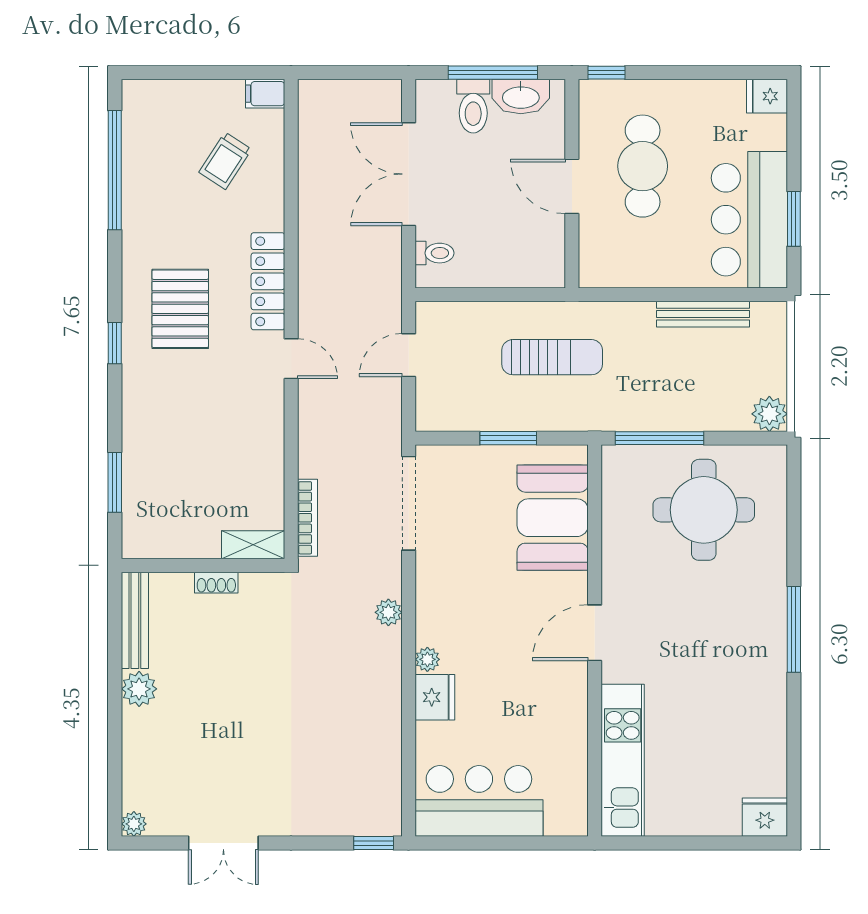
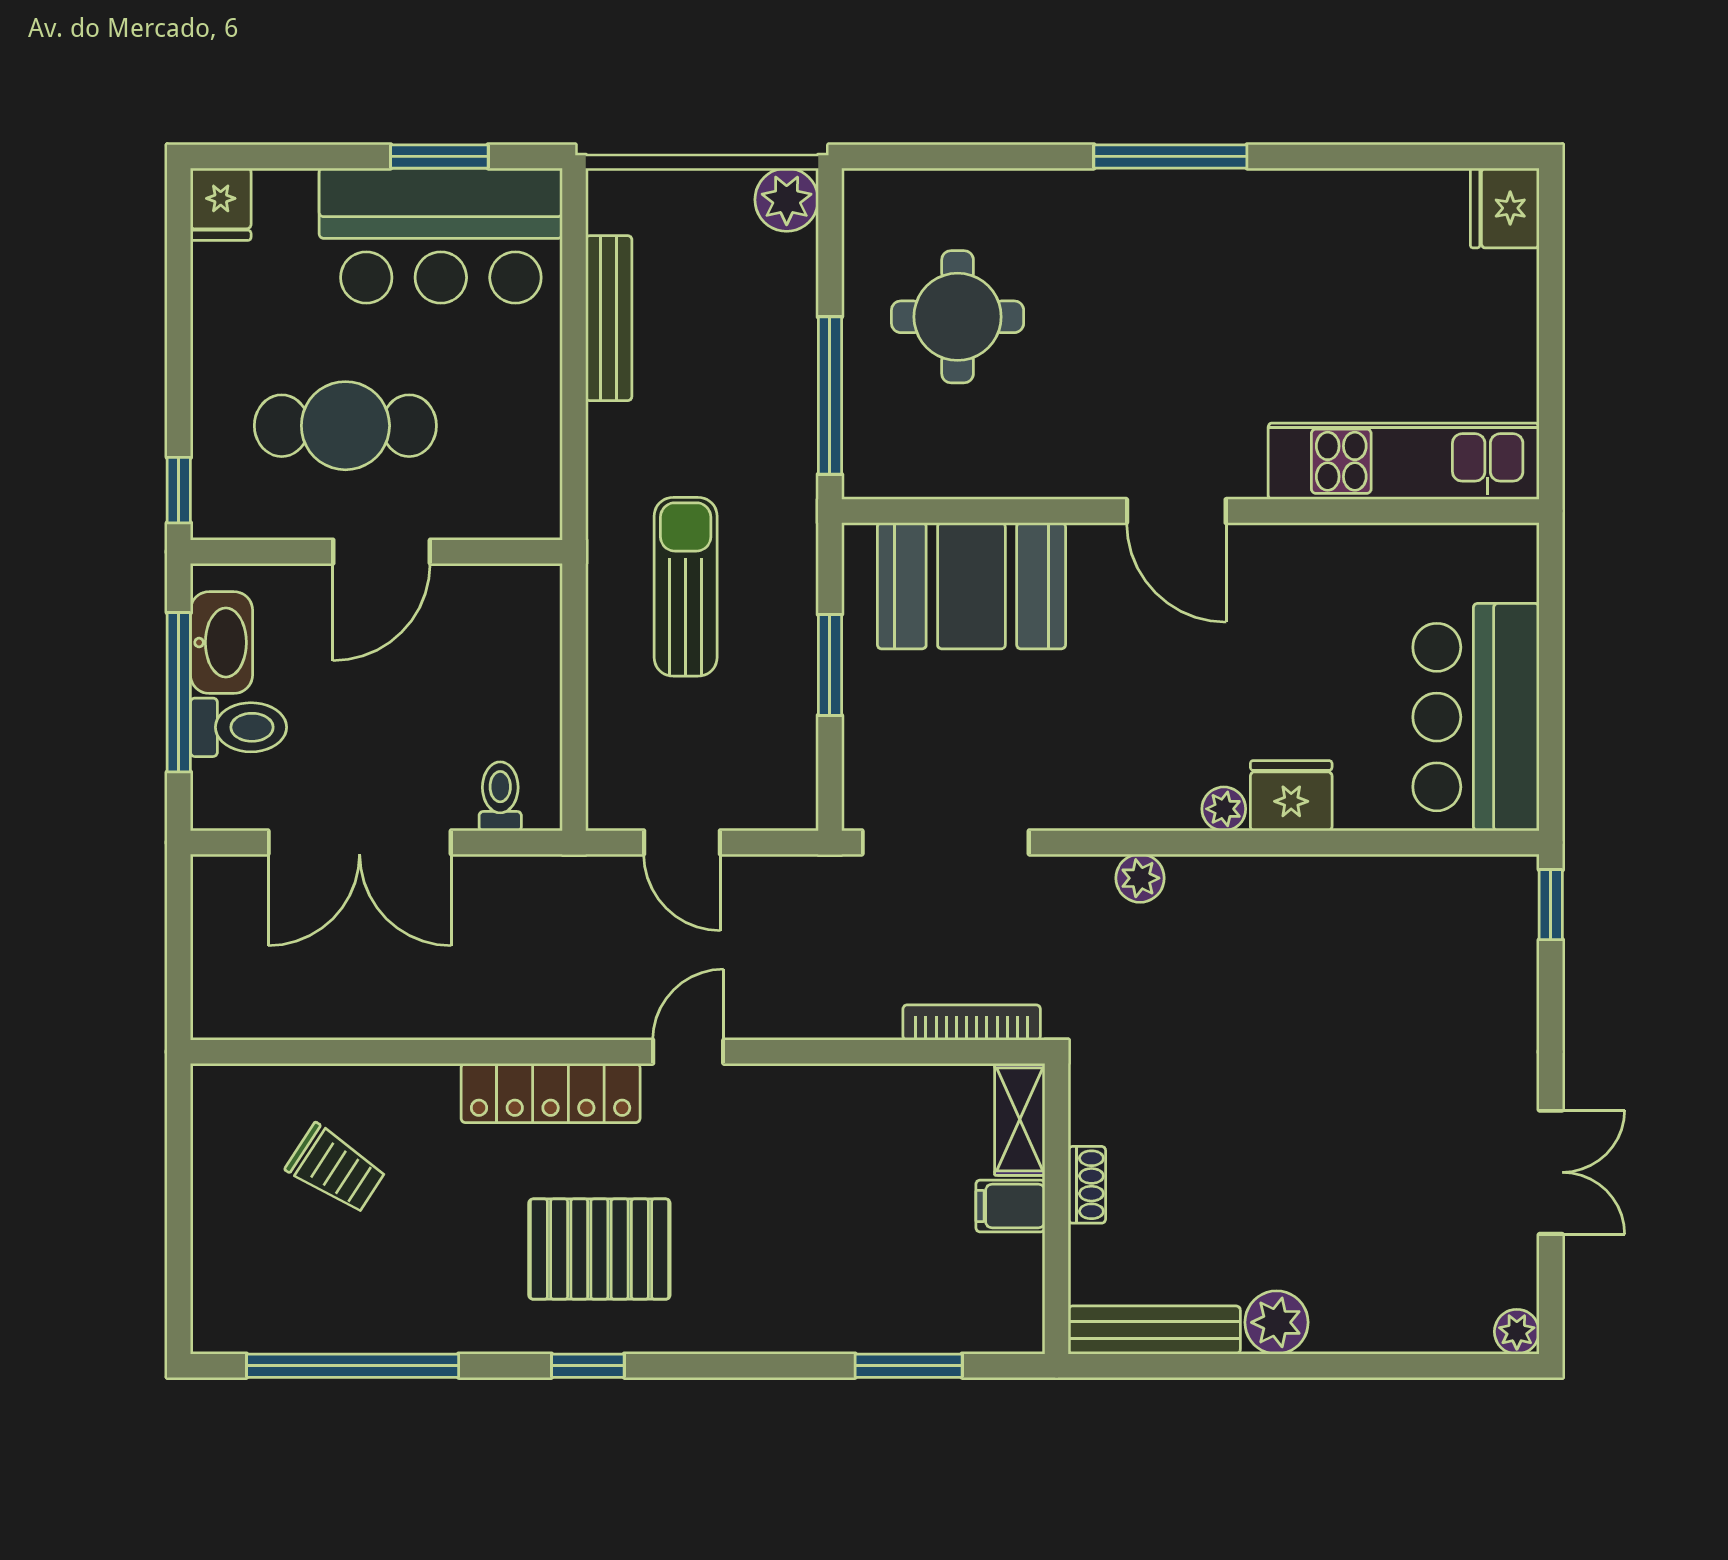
filing cabinet: (265, 94) -> (1010, 1206), moved, turned 90
window: (115, 343) -> (588, 1366), moved
round table: (704, 510) -> (958, 317), width x0.73, depth x0.73

